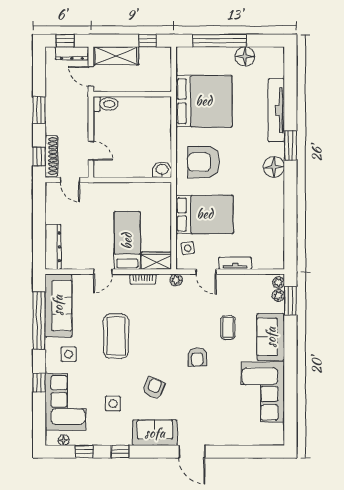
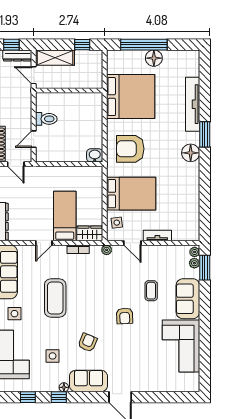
floor lamp: (245, 56) -> (154, 58), moved
toilet: (106, 104) -> (46, 119), moved
door: (91, 151) -> (34, 139), swing flipped
floor lamp: (64, 440) -> (64, 387), moved

